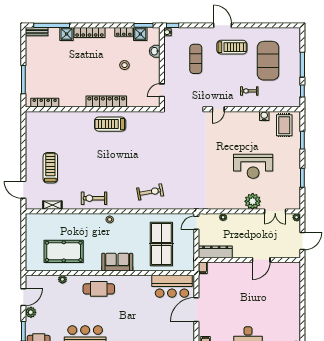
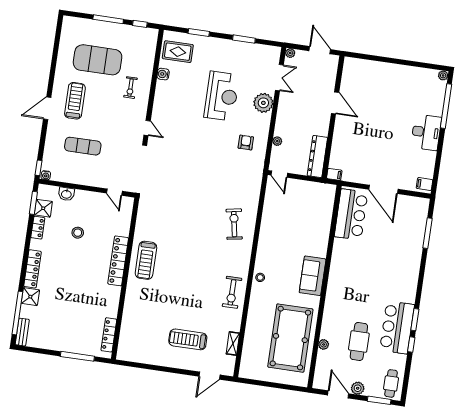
armchair: (218, 192) -> (246, 142), added
table tennis table: (161, 244) -> (299, 220), removed
pool table: (64, 251) -> (290, 338), width x1.36, depth x1.32
cafe table: (99, 289) -> (359, 341), moved

